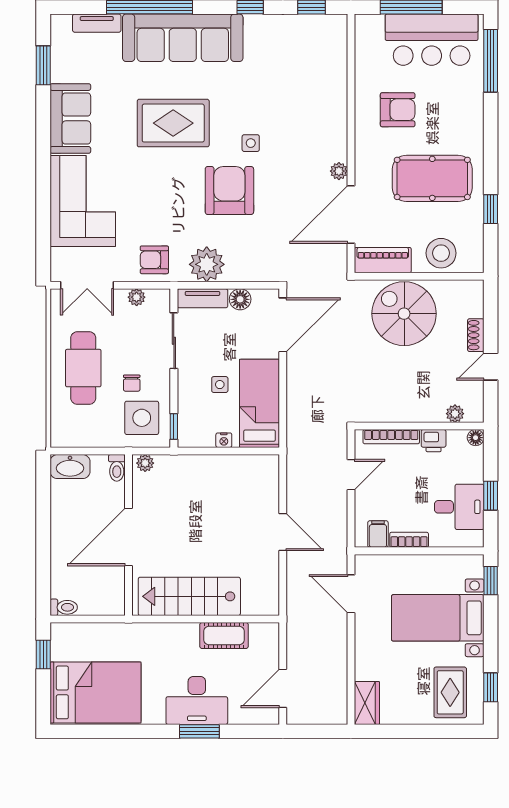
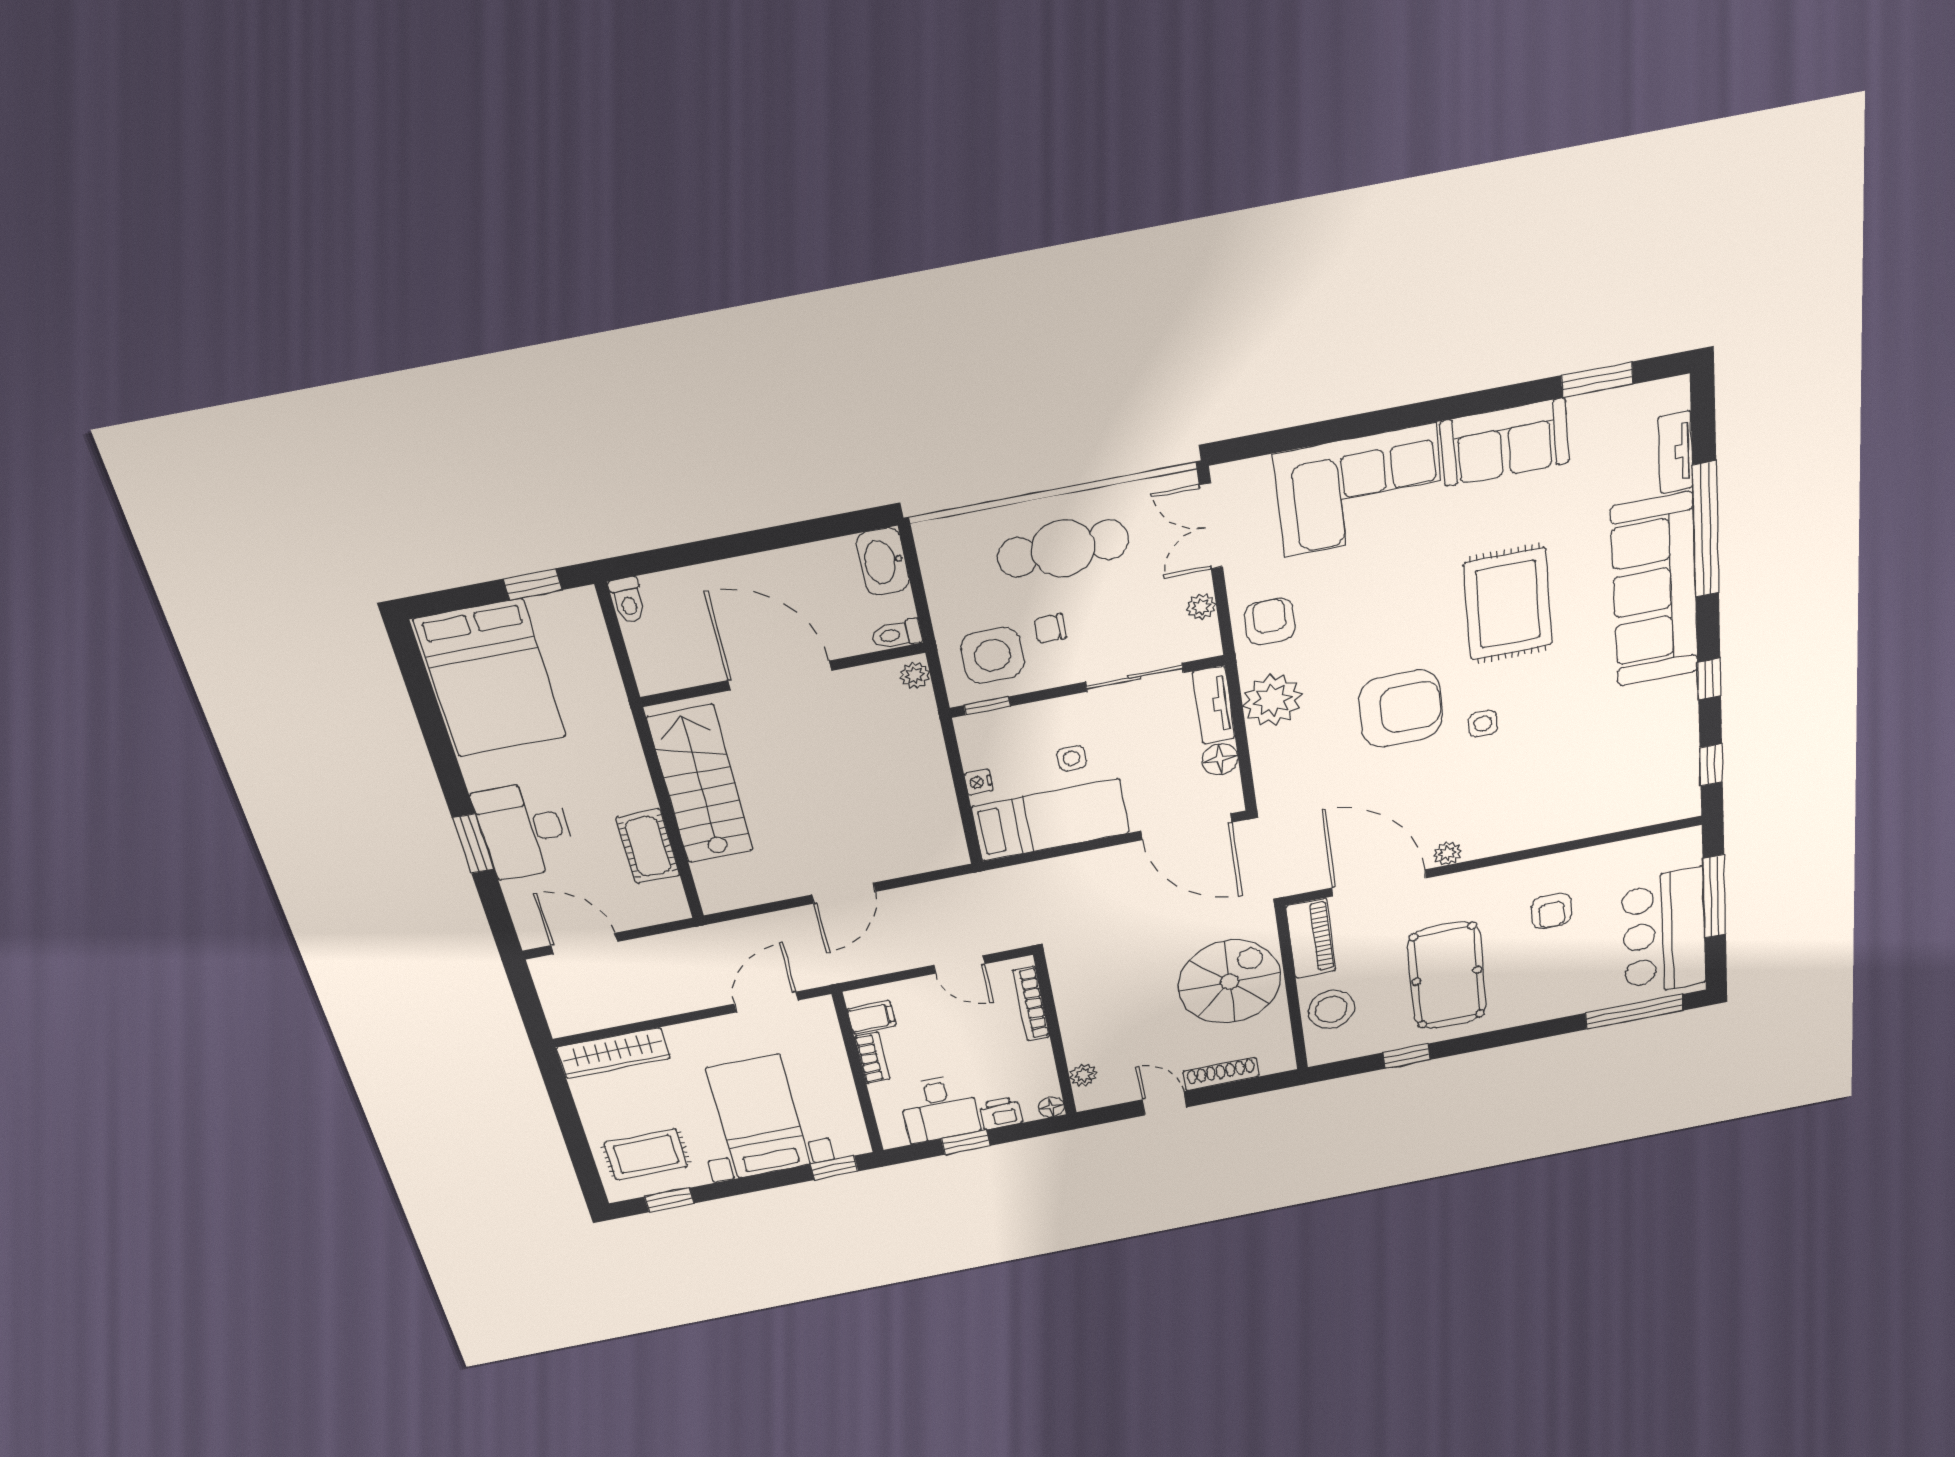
armchair: (398, 110) -> (1552, 911), width x0.72, depth x0.72
shoe rack: (476, 335) -> (1221, 1074), width x1.43
printer: (434, 441) -> (1000, 1113), moved, turned 90
wardrobe: (367, 703) -> (613, 1053), width x1.50

